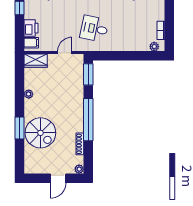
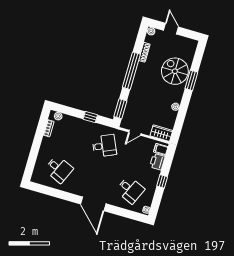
desk: (94, 29) -> (104, 146), turned -36
window: (119, 56) -> (90, 117), added
door: (58, 178) -> (171, 29), hinge flipped

